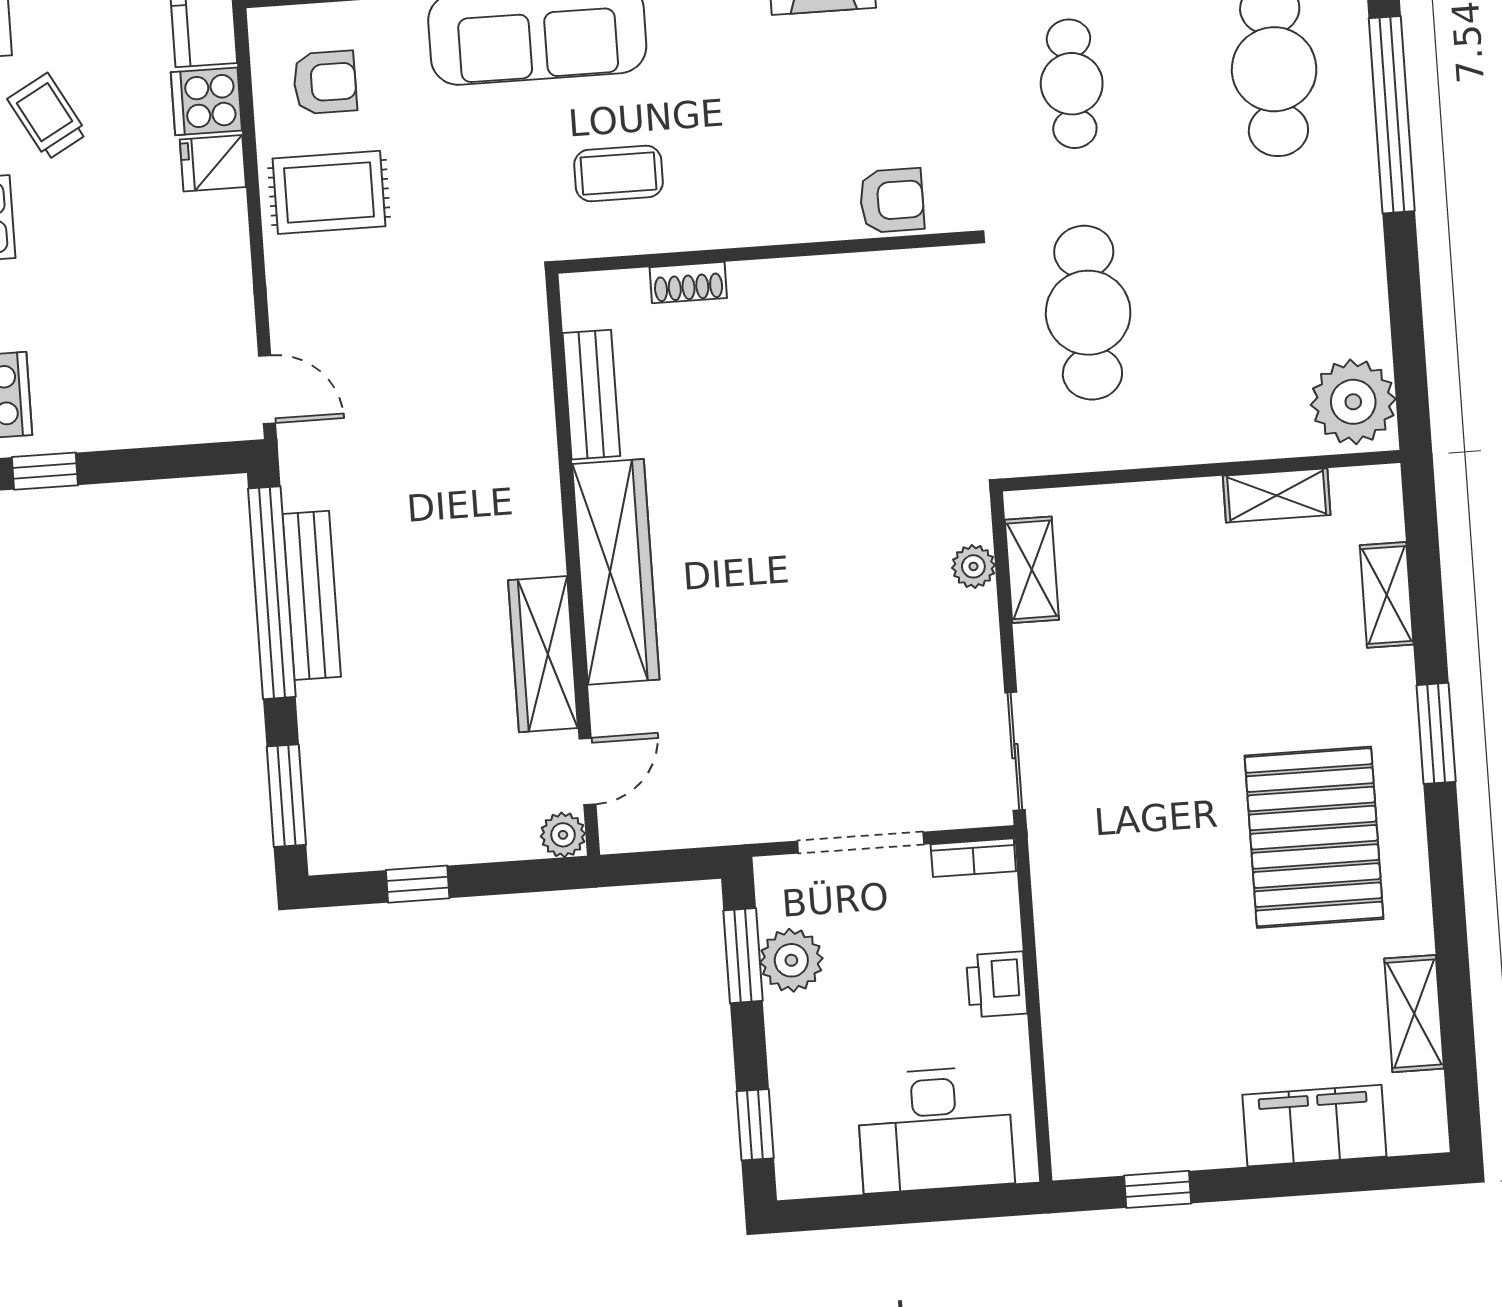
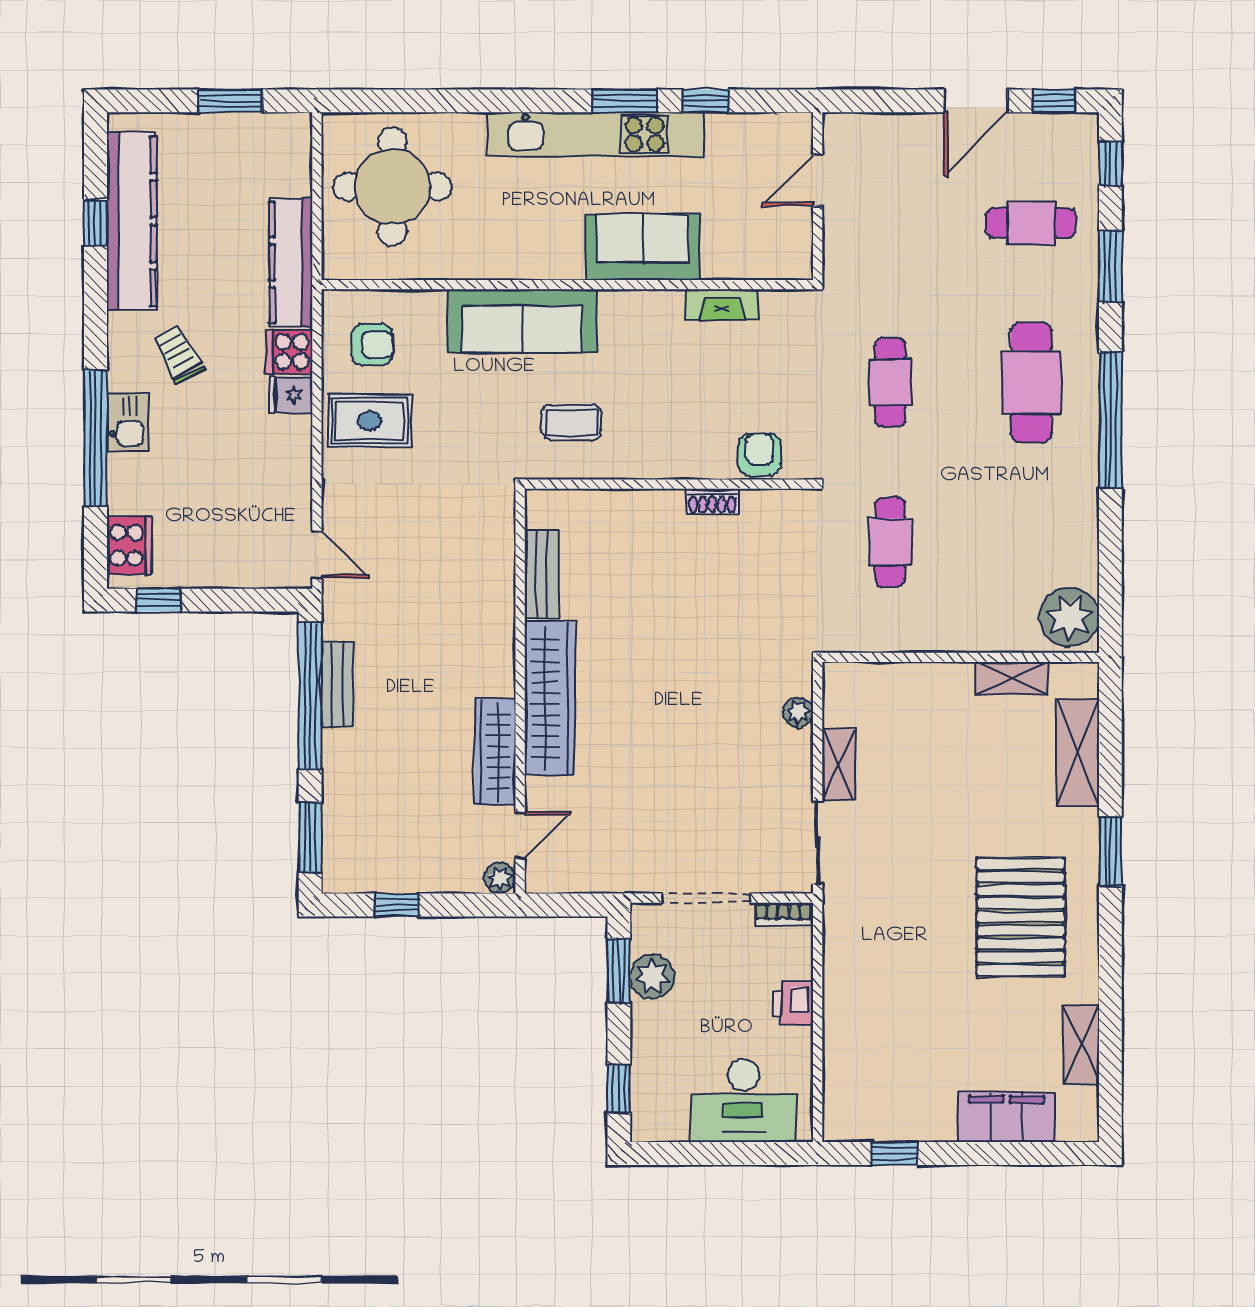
armchair: (892, 200) -> (760, 454), turned -90
shoe rack: (688, 283) -> (712, 501), moved
cafe table: (1088, 313) -> (890, 542), width x0.73, depth x0.74
shelving: (1032, 570) -> (838, 765), moved
bench: (312, 595) -> (338, 684), width x0.73
shelving: (1387, 595) -> (1078, 753), width x1.50, depth x1.33

